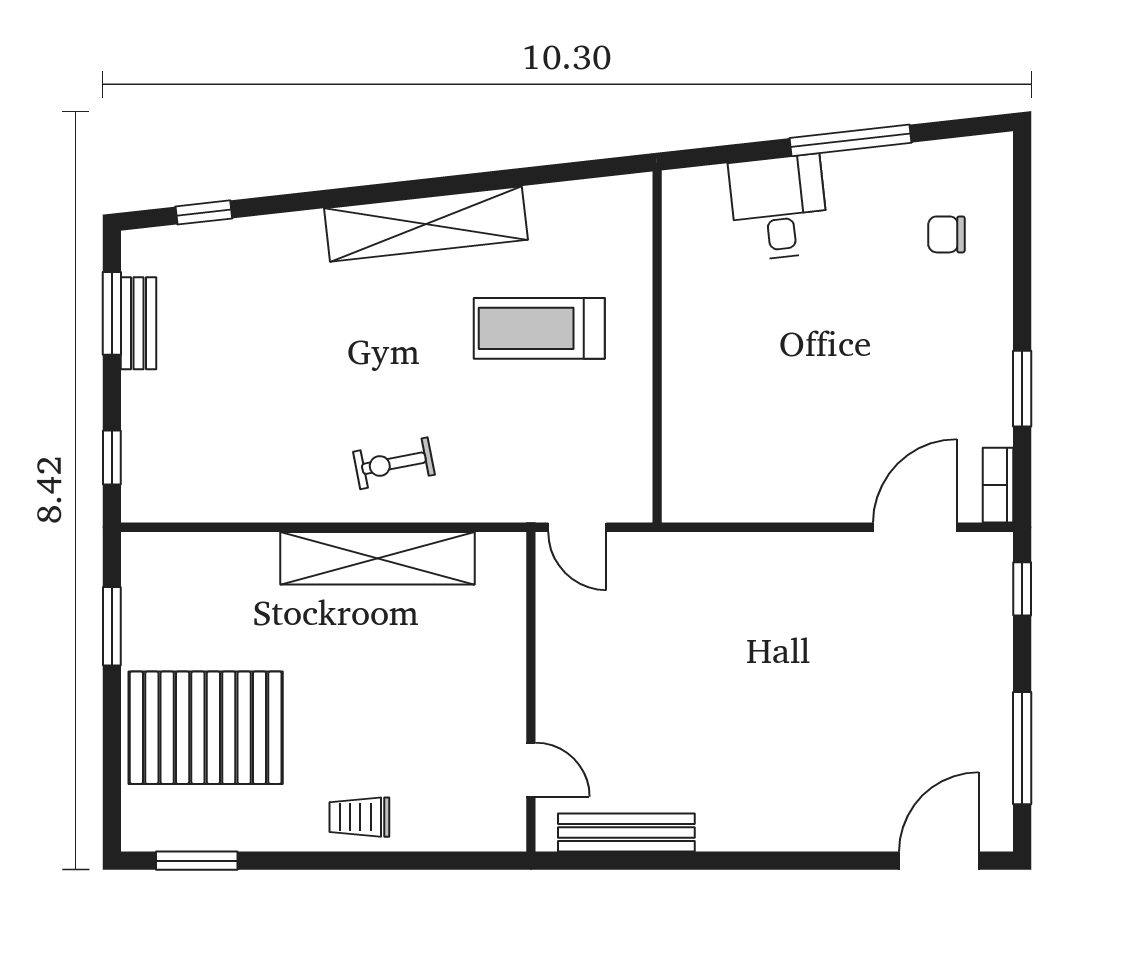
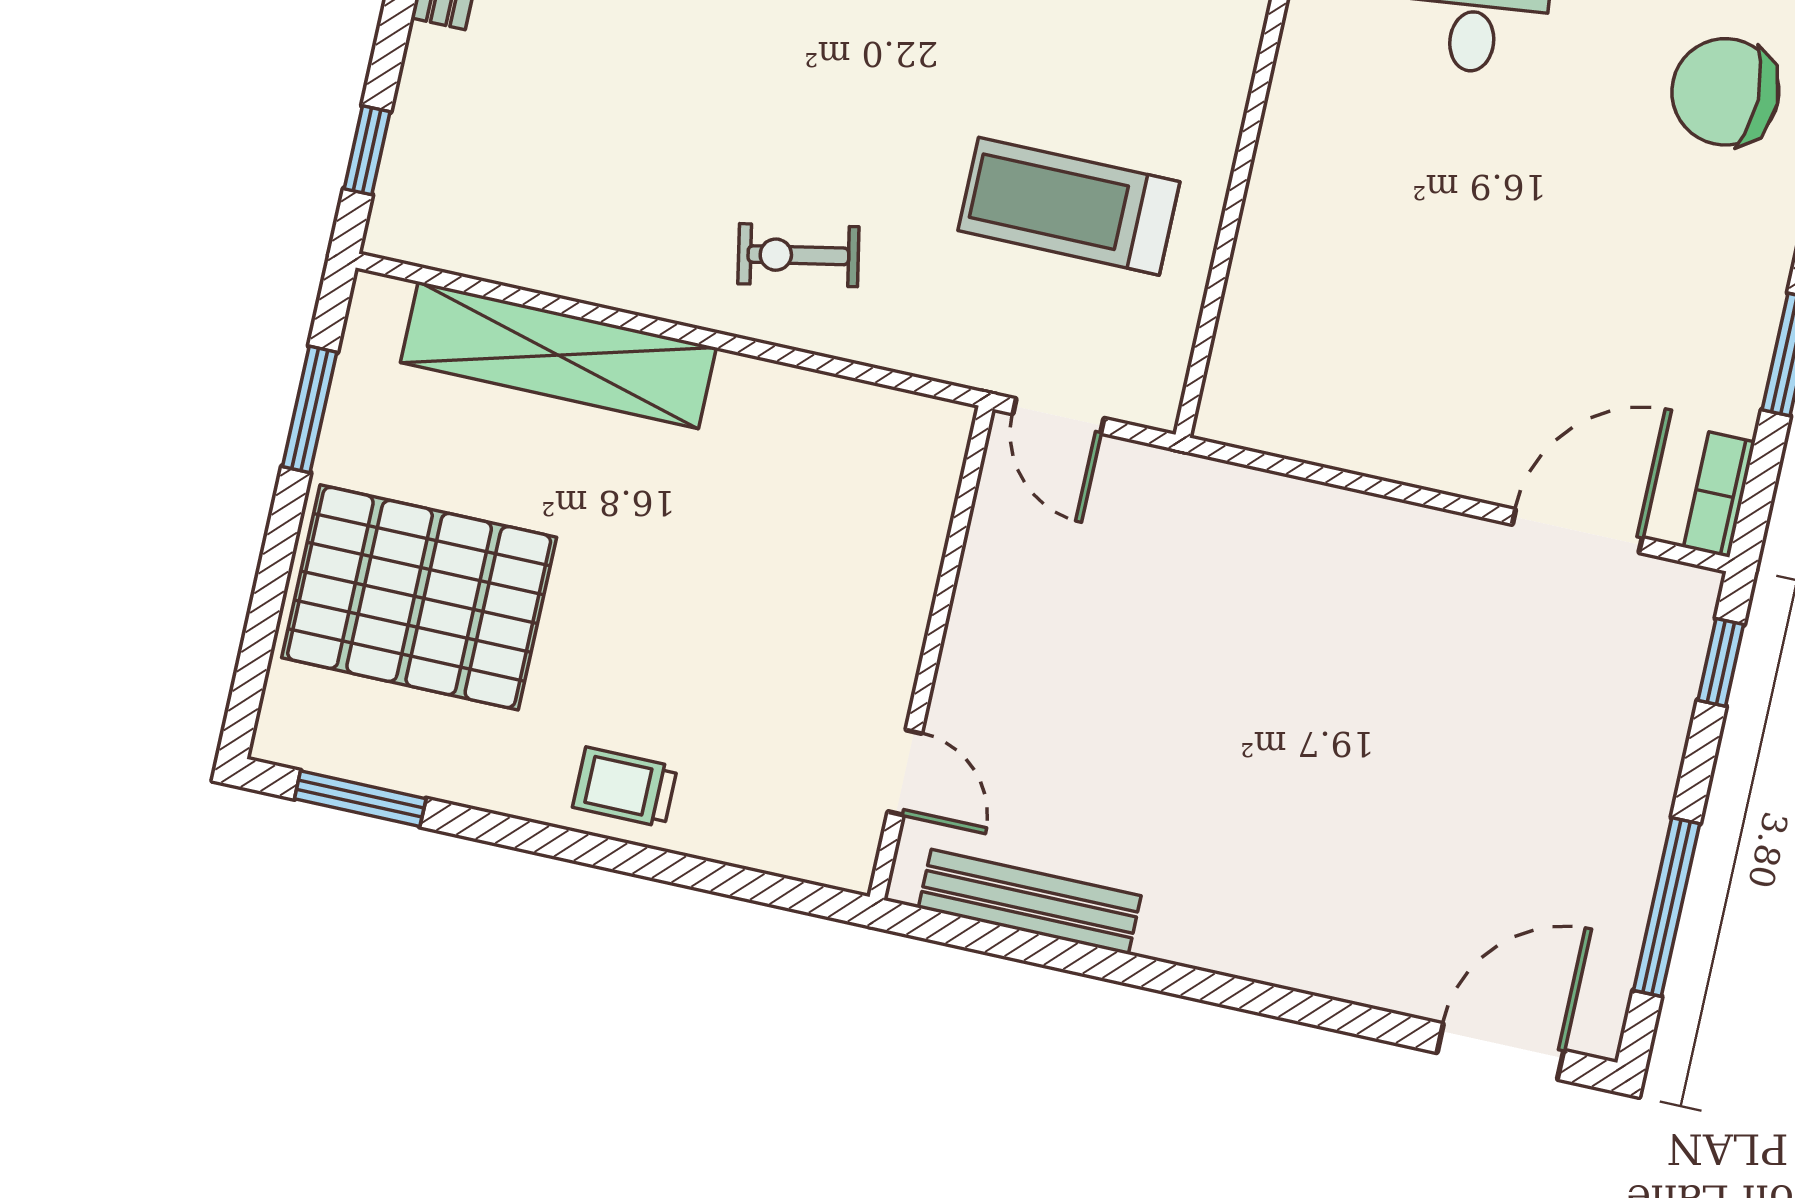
chair: (946, 234) -> (1725, 92), width x1.87, depth x1.87
treadmill: (539, 328) -> (1069, 206), moved
shelving: (377, 558) -> (558, 355), moved

